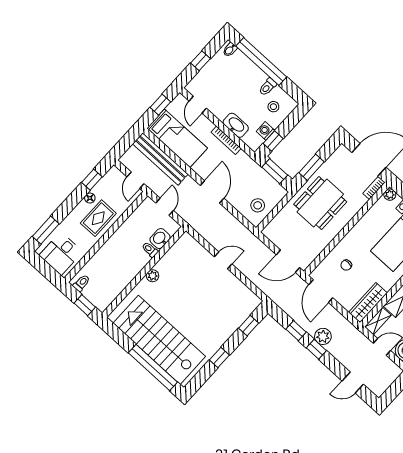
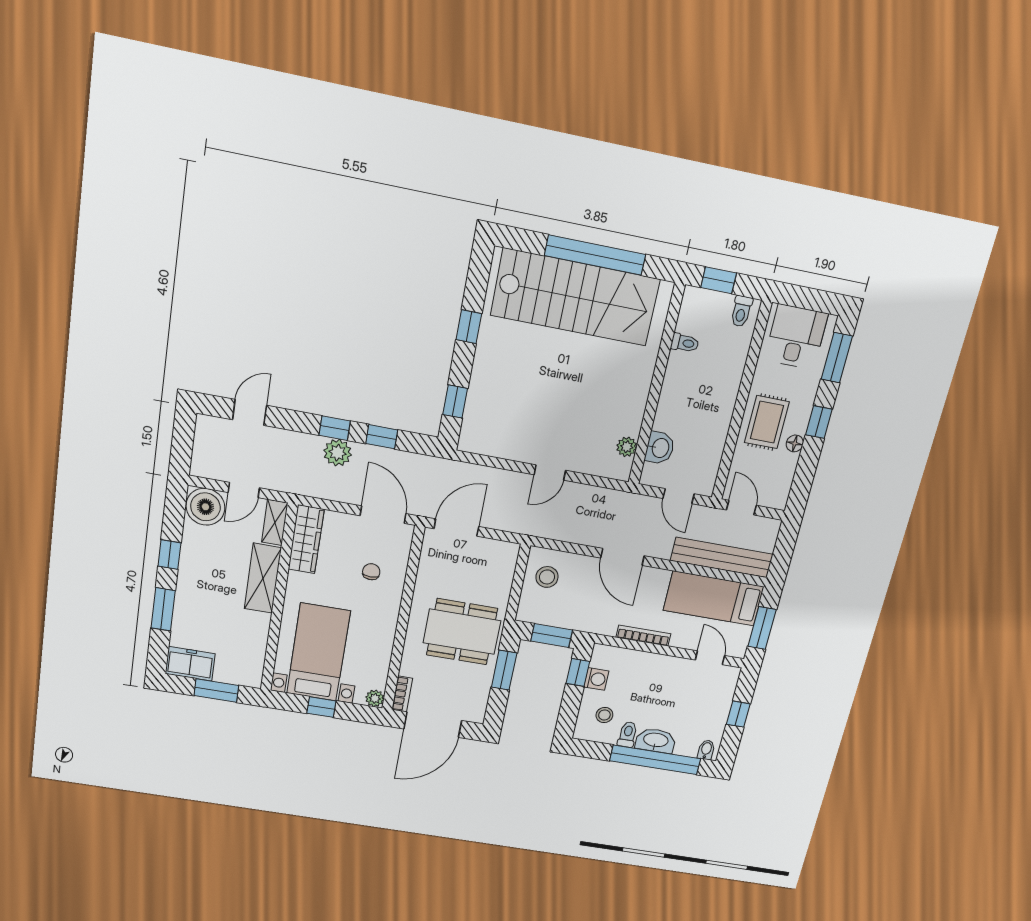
window: (160, 105) -> (762, 628), width x1.50
washbasin: (236, 125) -> (656, 741), moved, turned 180
window: (92, 180) -> (819, 422), moved
dining table: (320, 203) -> (462, 632), turned 90
toilet: (150, 250) -> (685, 343), moved
plant: (153, 276) -> (627, 447), moved
window: (153, 367) -> (595, 255), moved

